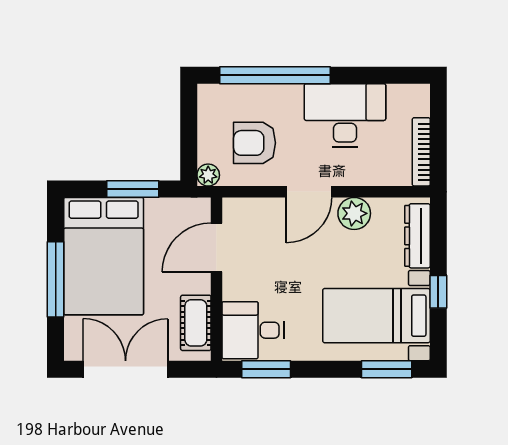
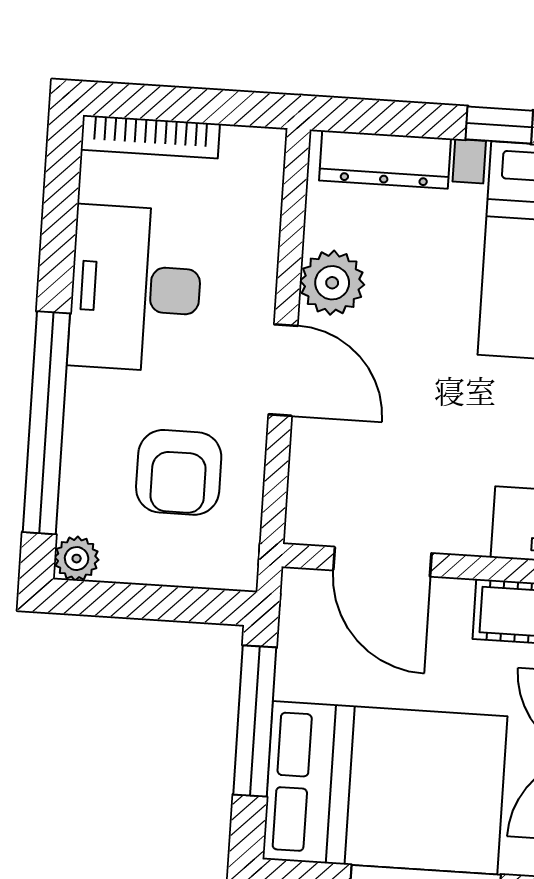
bookcase: (421, 152) -> (150, 137), moved
plant: (208, 175) -> (77, 559), moved
window: (133, 189) -> (255, 721), width x1.44

